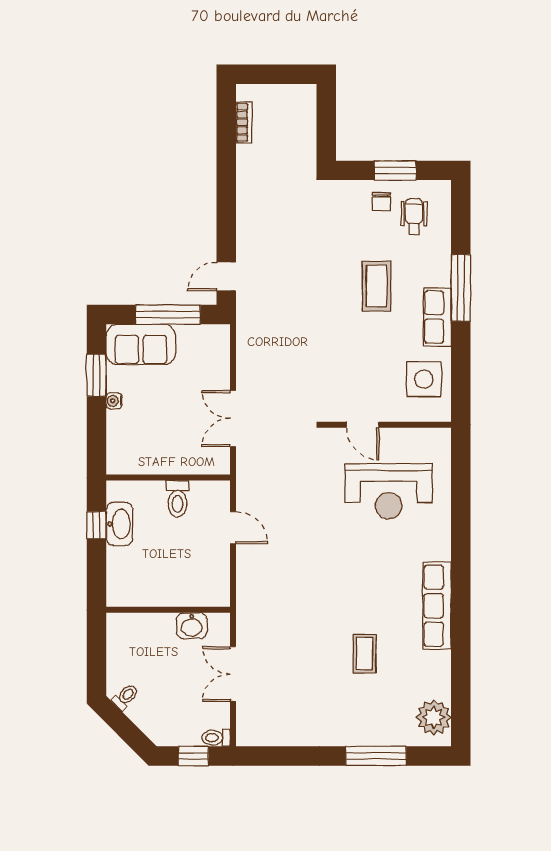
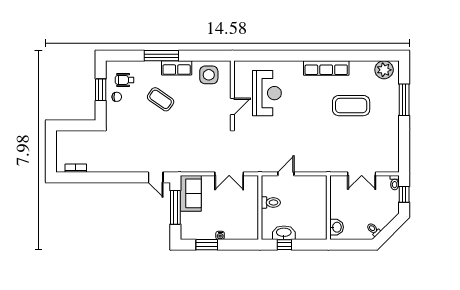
coffee table: (377, 286) -> (161, 99), turned 35
sofa: (141, 344) -> (191, 193), moved
washbasin: (192, 626) -> (337, 227), moved
coffee table: (365, 654) -> (351, 106), width x1.86, depth x1.72

